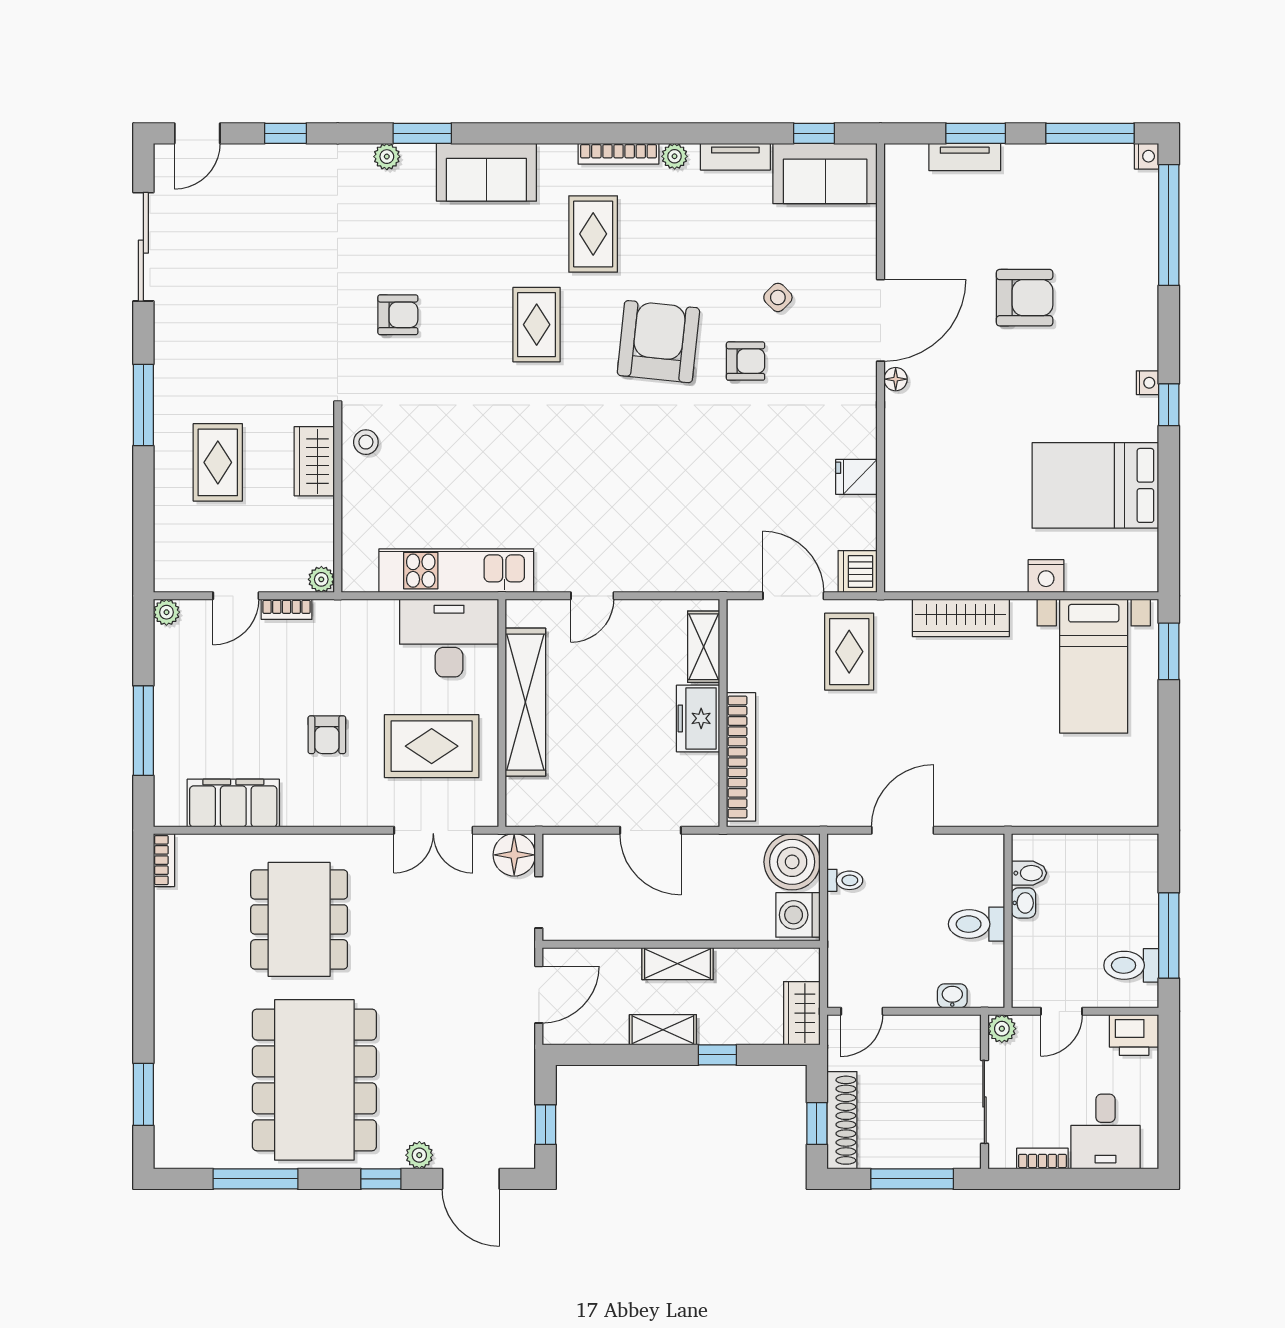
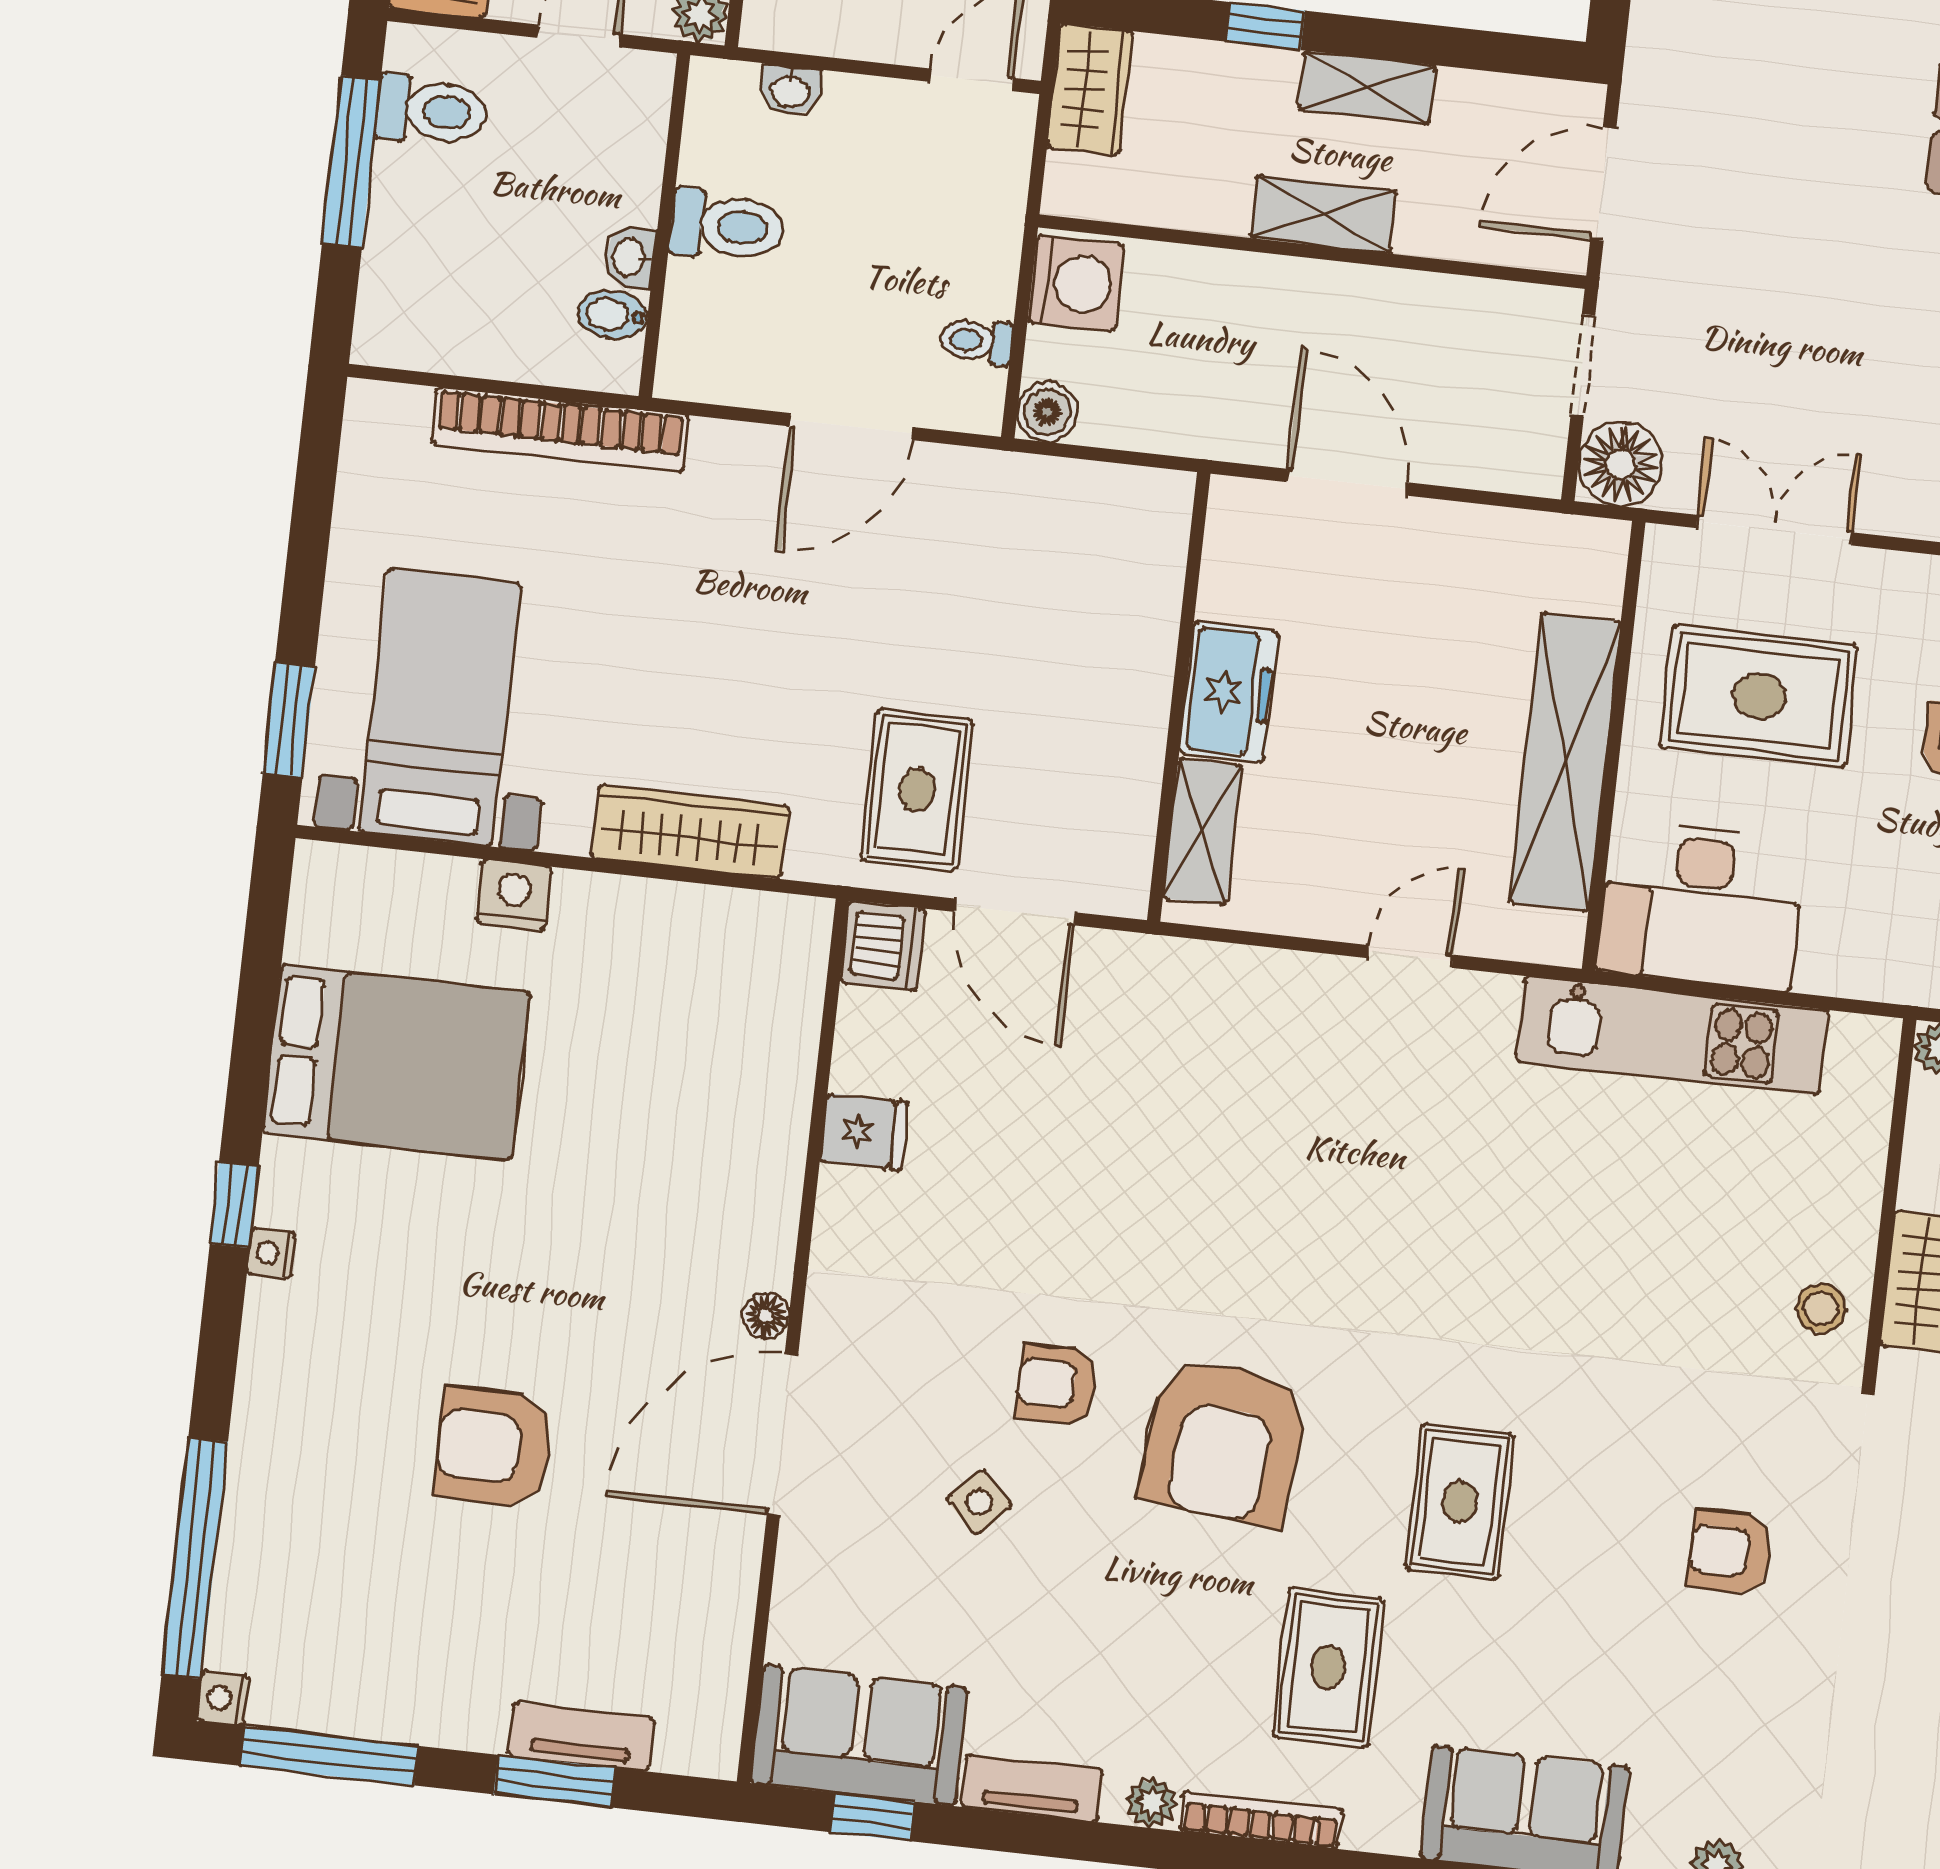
bookcase: (741, 757) -> (560, 430), moved, turned -90
boiler: (792, 862) -> (1047, 412), width x0.54, depth x0.54

